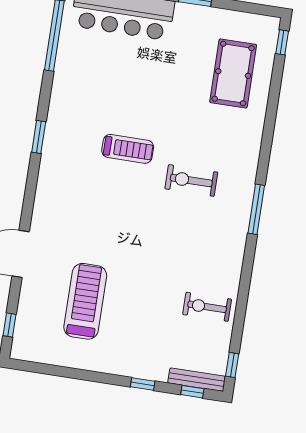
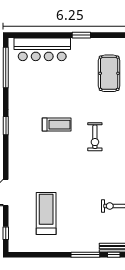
exercise bike: (191, 180) -> (95, 137), turned -90
window: (143, 384) -> (85, 255), width x2.17

